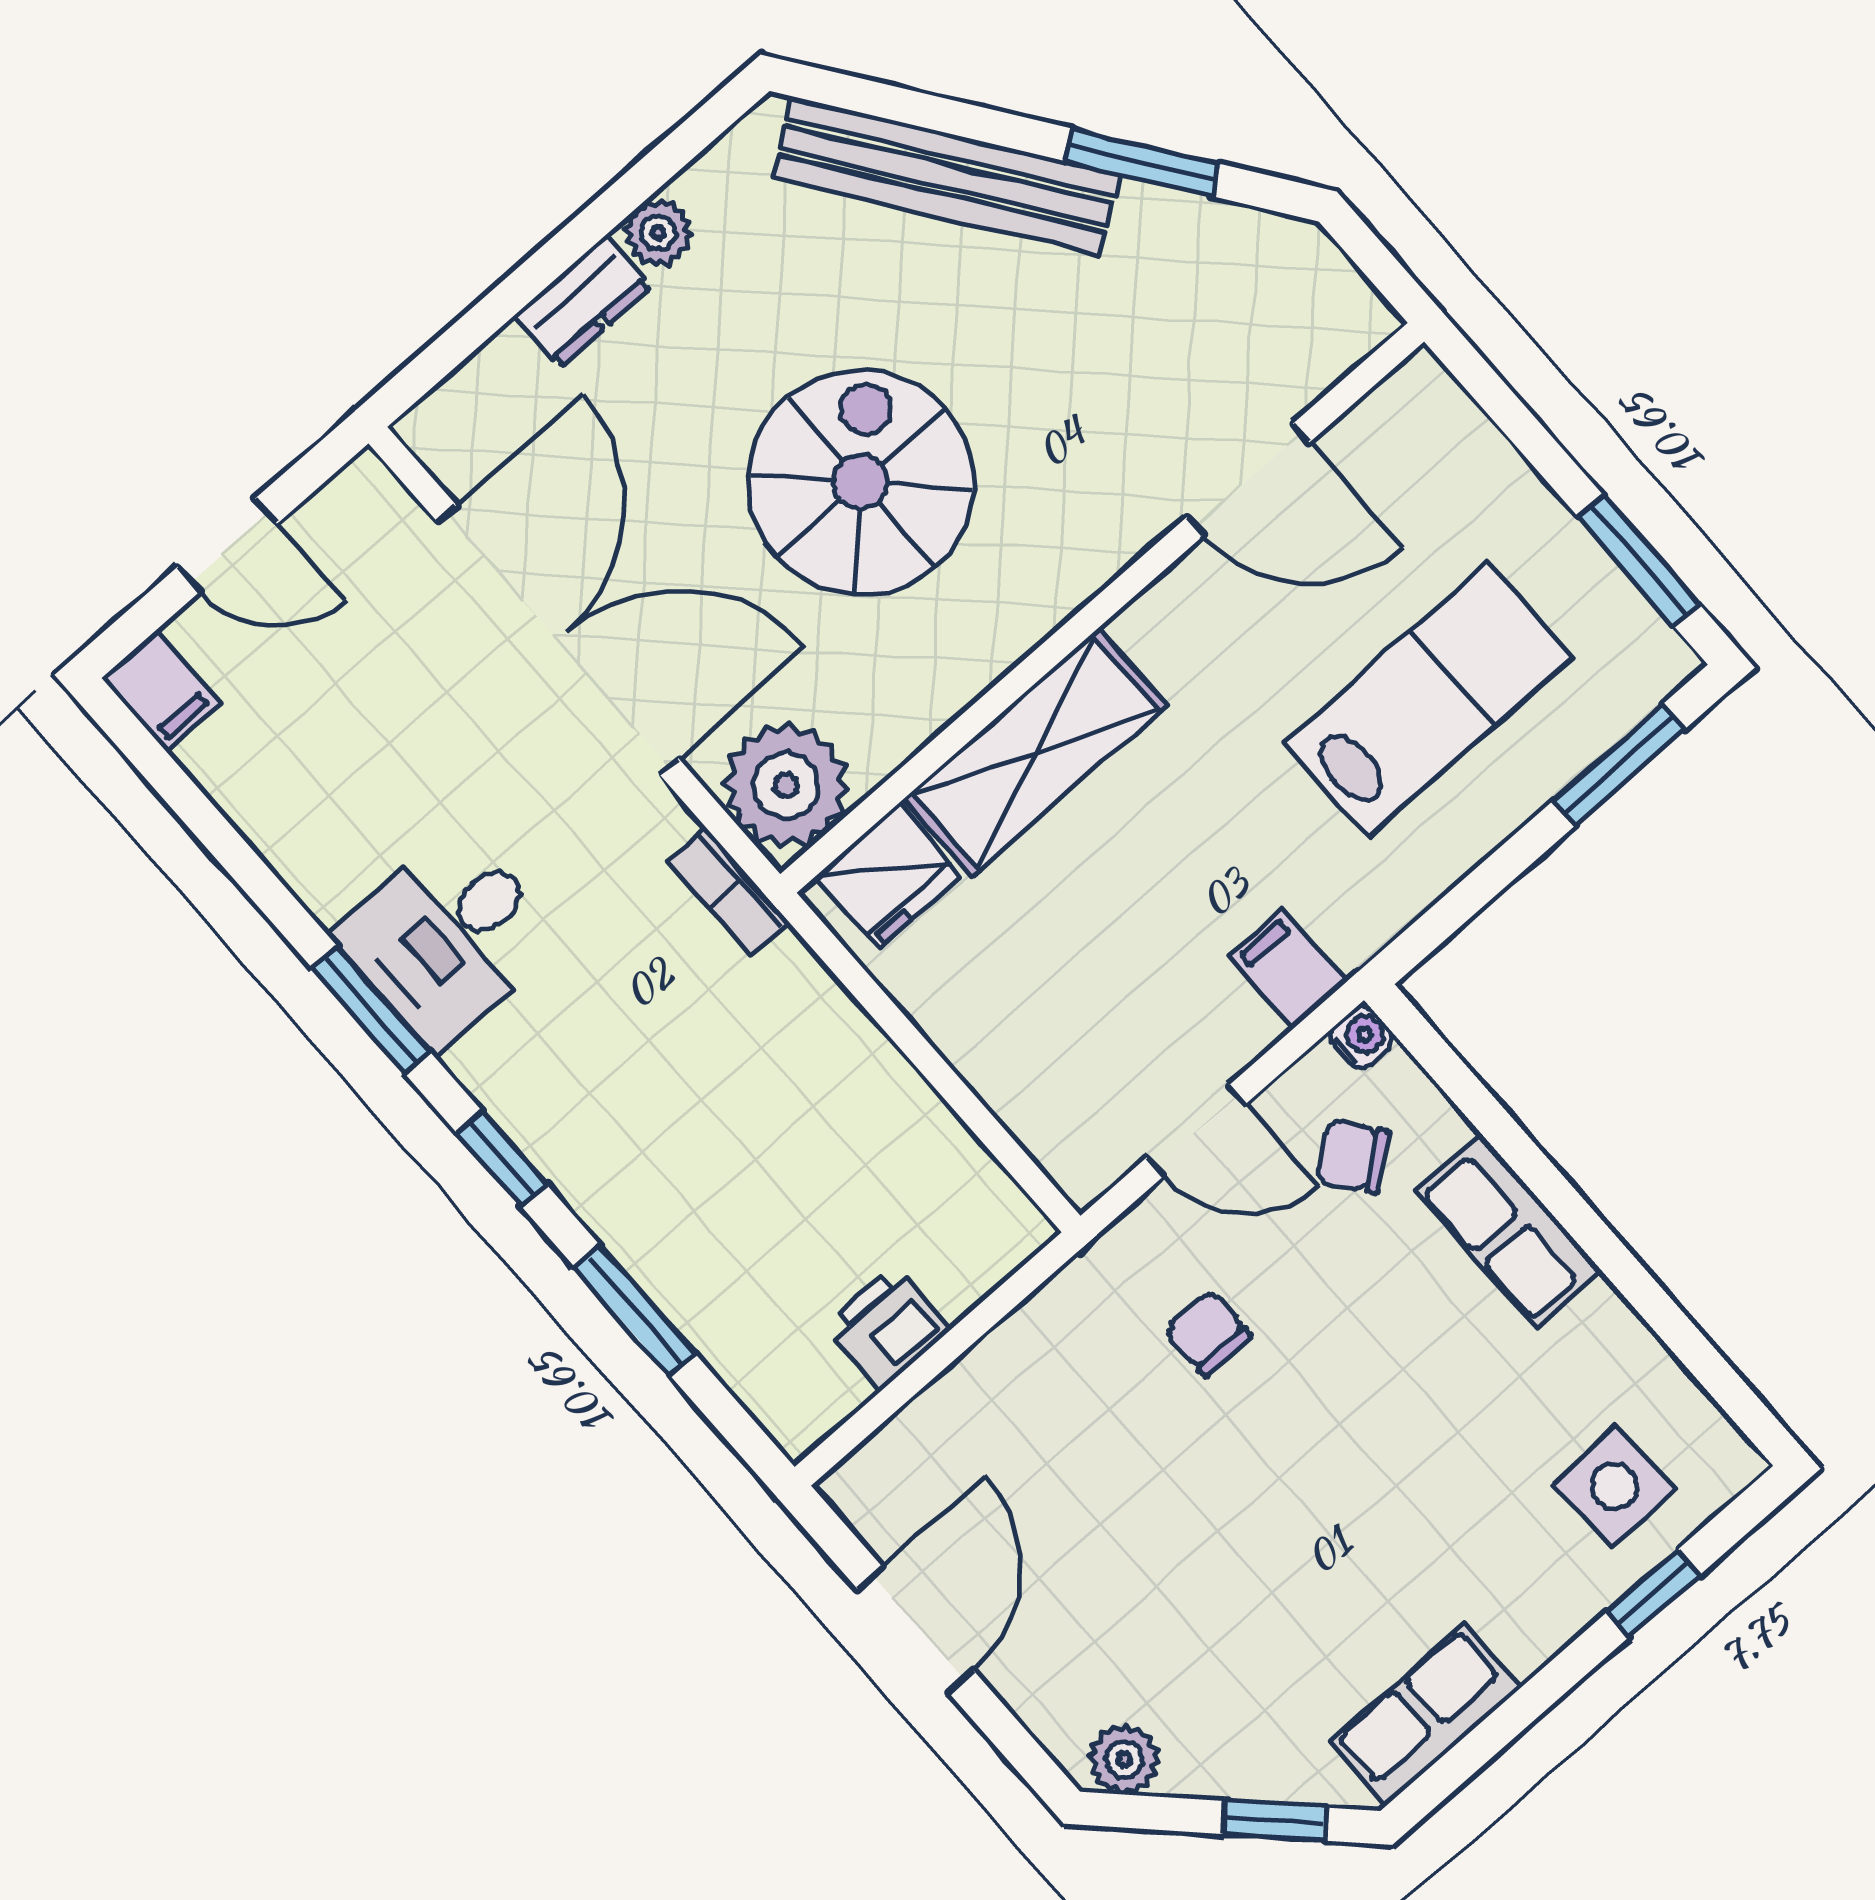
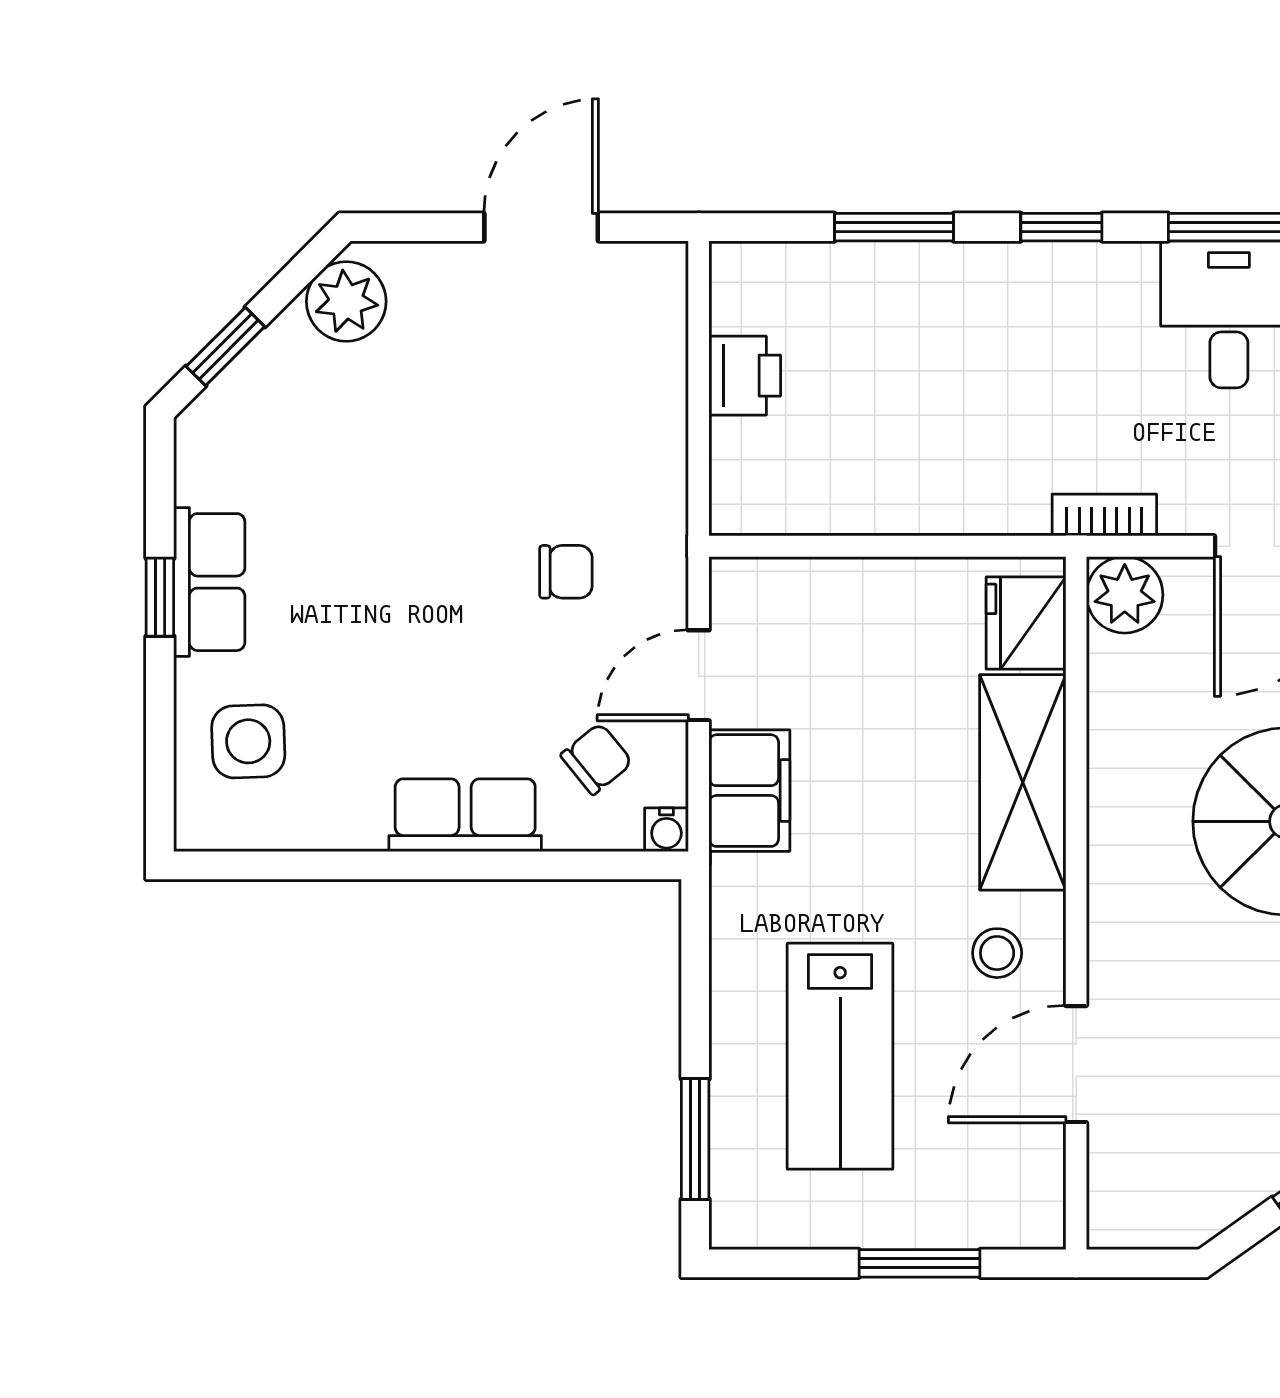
window: (1638, 560) -> (920, 1263), moved
stool: (1210, 640) -> (997, 953), added
plant: (786, 785) -> (1125, 595), width x0.73, depth x0.73
filing cabinet: (1288, 969) -> (749, 791), width x2.00
window: (1653, 1593) -> (160, 597), moved
door: (916, 1630) -> (541, 227), swing flipped
row of seats: (1425, 1715) -> (209, 582), moved
plant: (1124, 1759) -> (346, 301), width x1.38, depth x1.38

